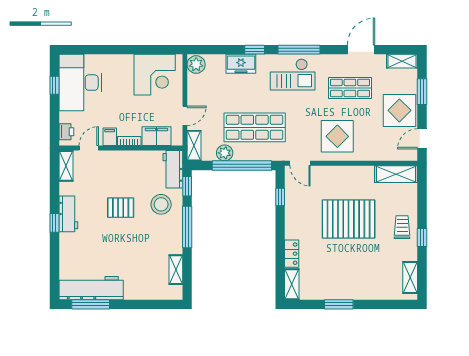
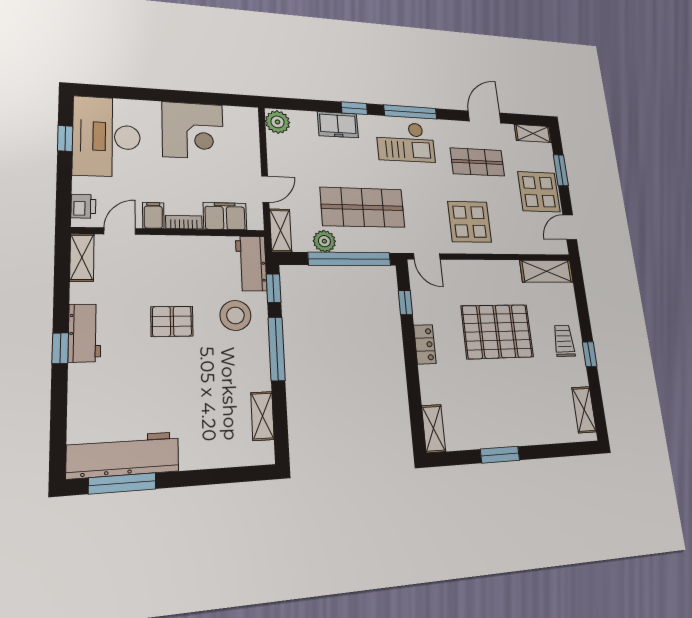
corner desk: (155, 75) -> (193, 131), moved
locker: (292, 254) -> (425, 344), moved

